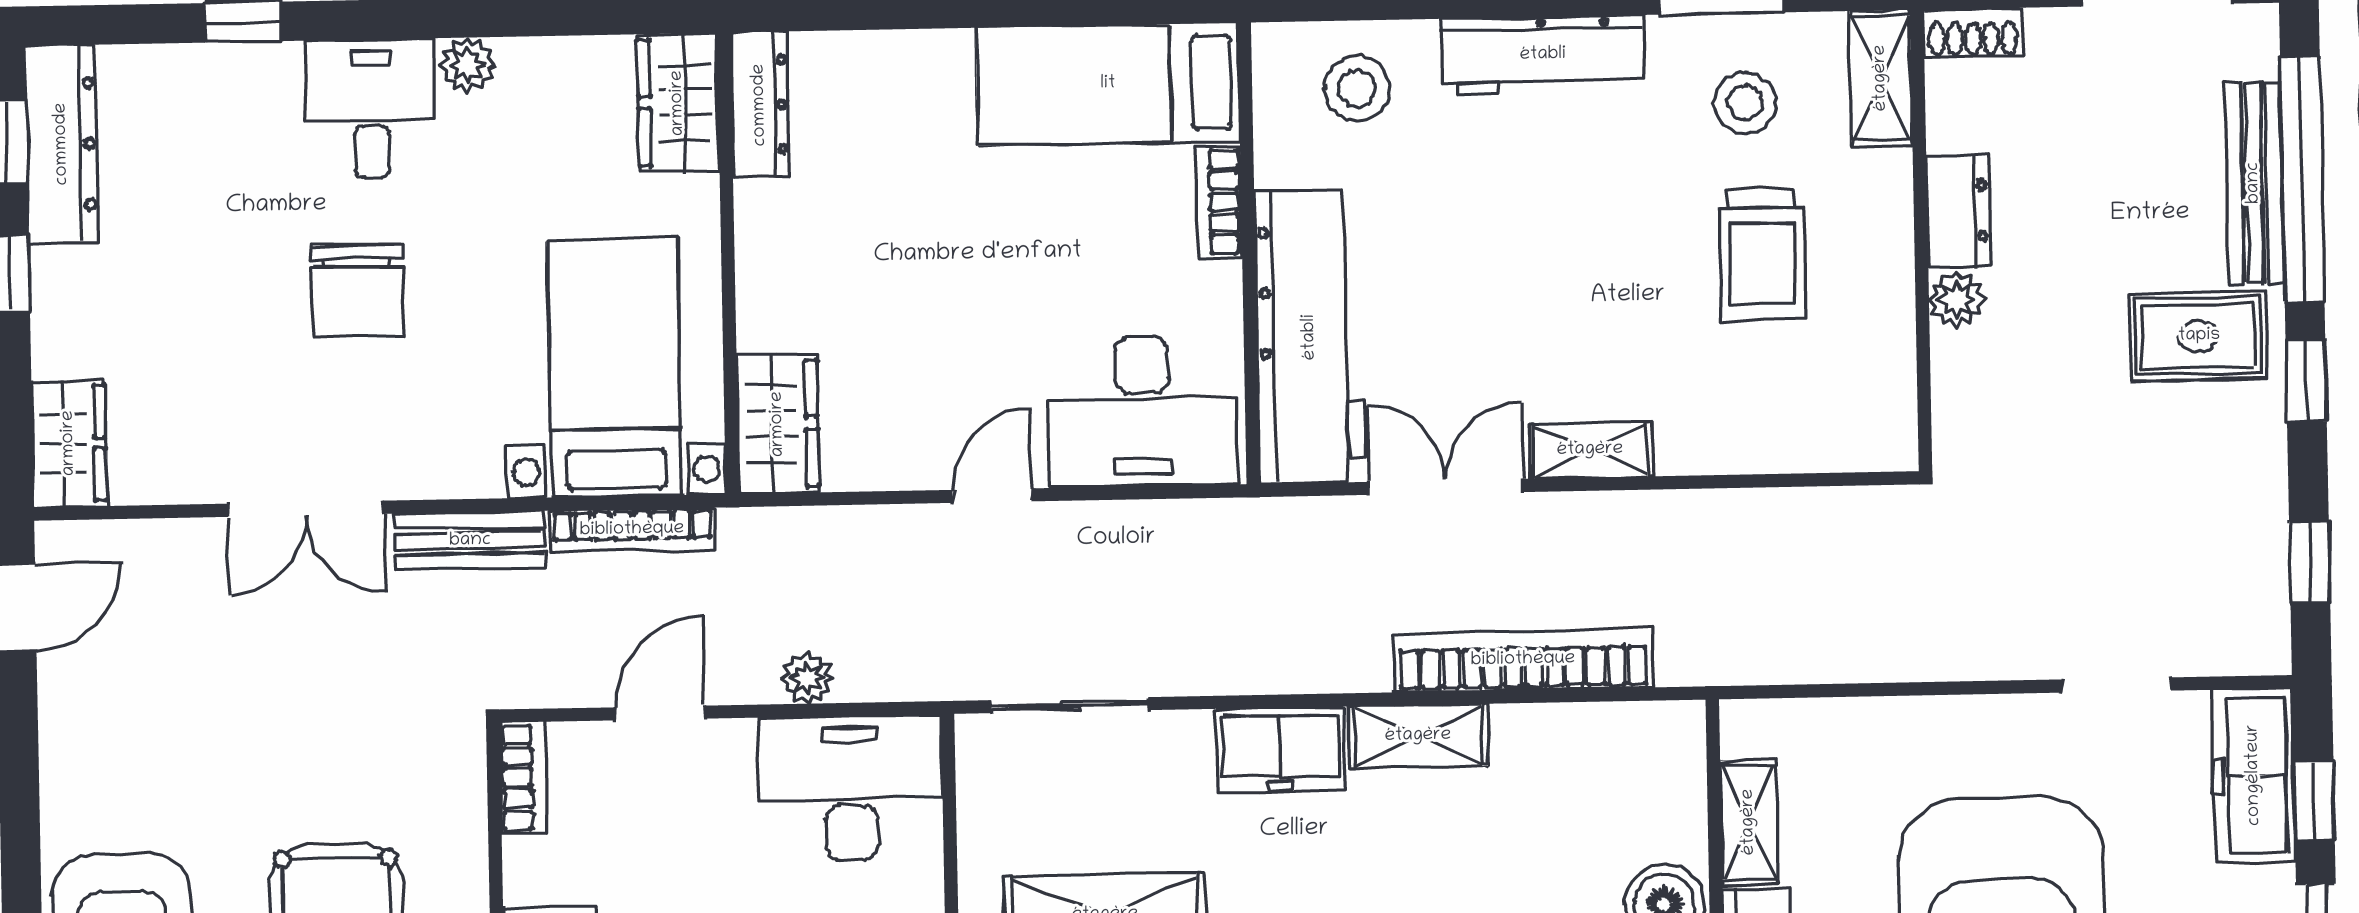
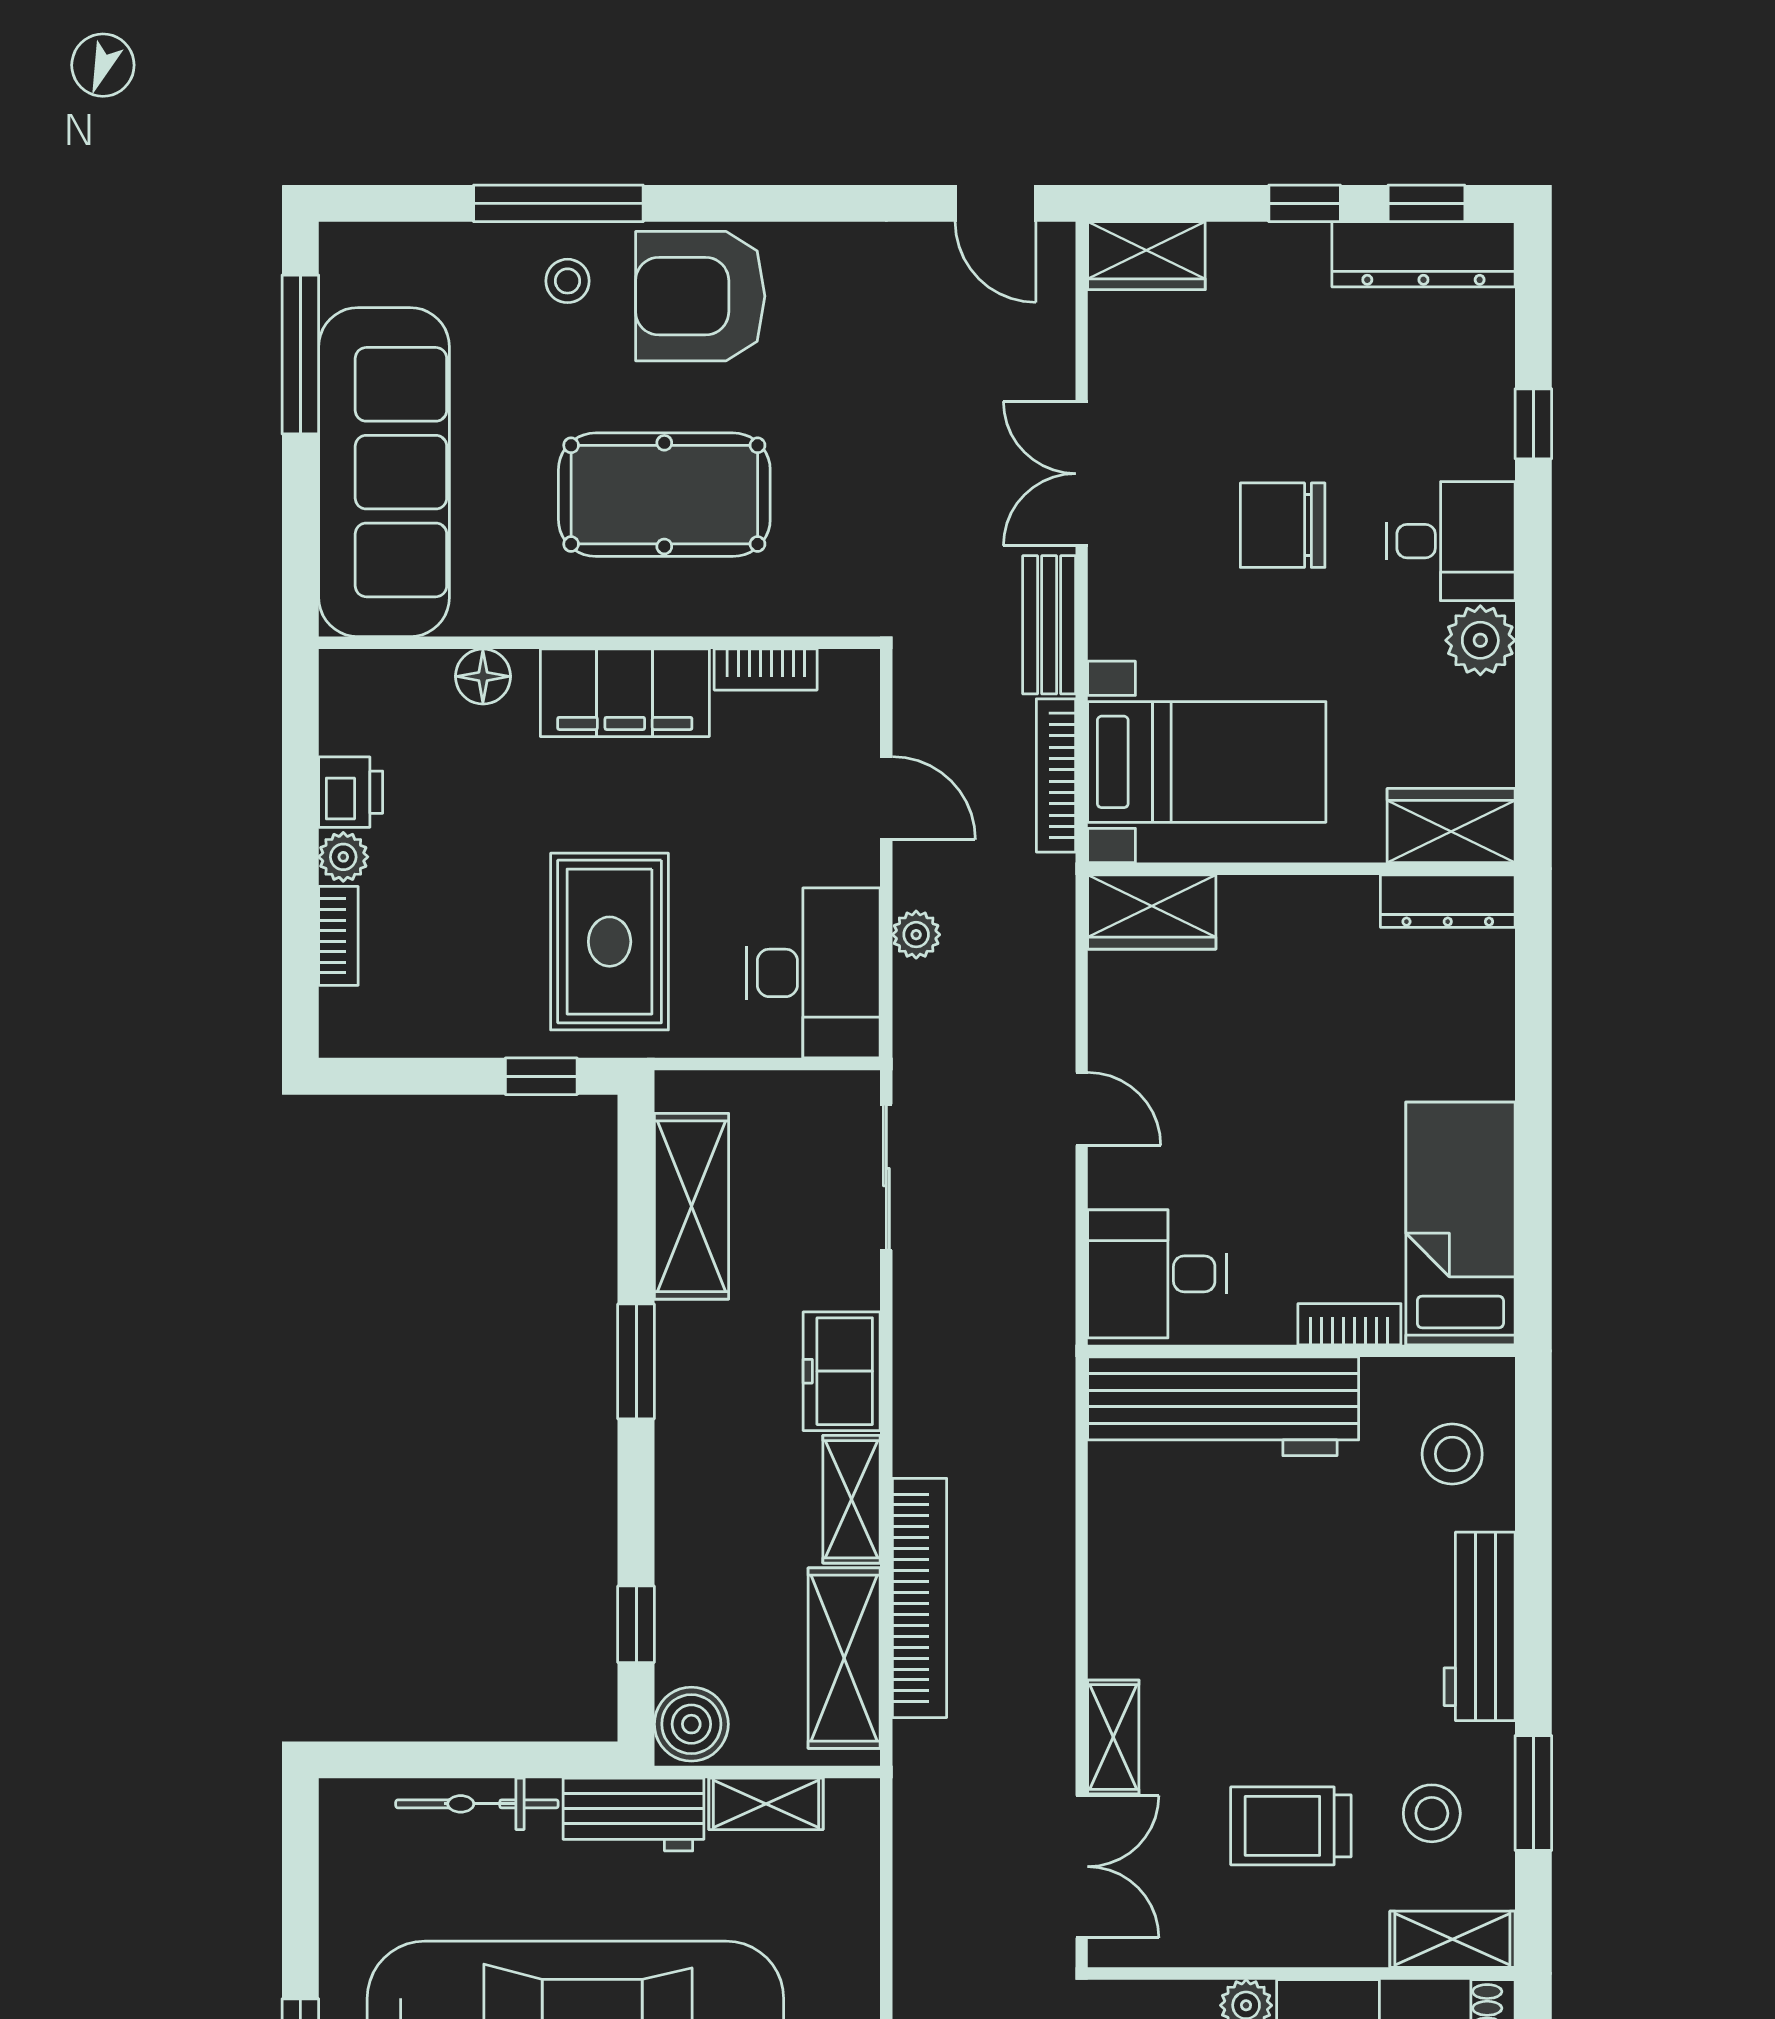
plant: (467, 65) -> (1480, 640), width x1.38, depth x1.38
desk: (1143, 411) -> (1157, 1274), width x0.73
shelving: (1590, 450) -> (1113, 1737), moved
double door: (1445, 487) -> (1082, 1867), moved
shelving: (1590, 741) -> (844, 1658), added
bookcase: (523, 778) -> (766, 670), moved

